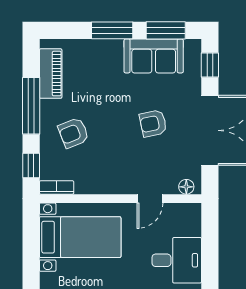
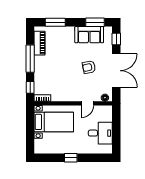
window: (112, 30) -> (55, 22), moved
armchair: (73, 133) -> (51, 72), removed

